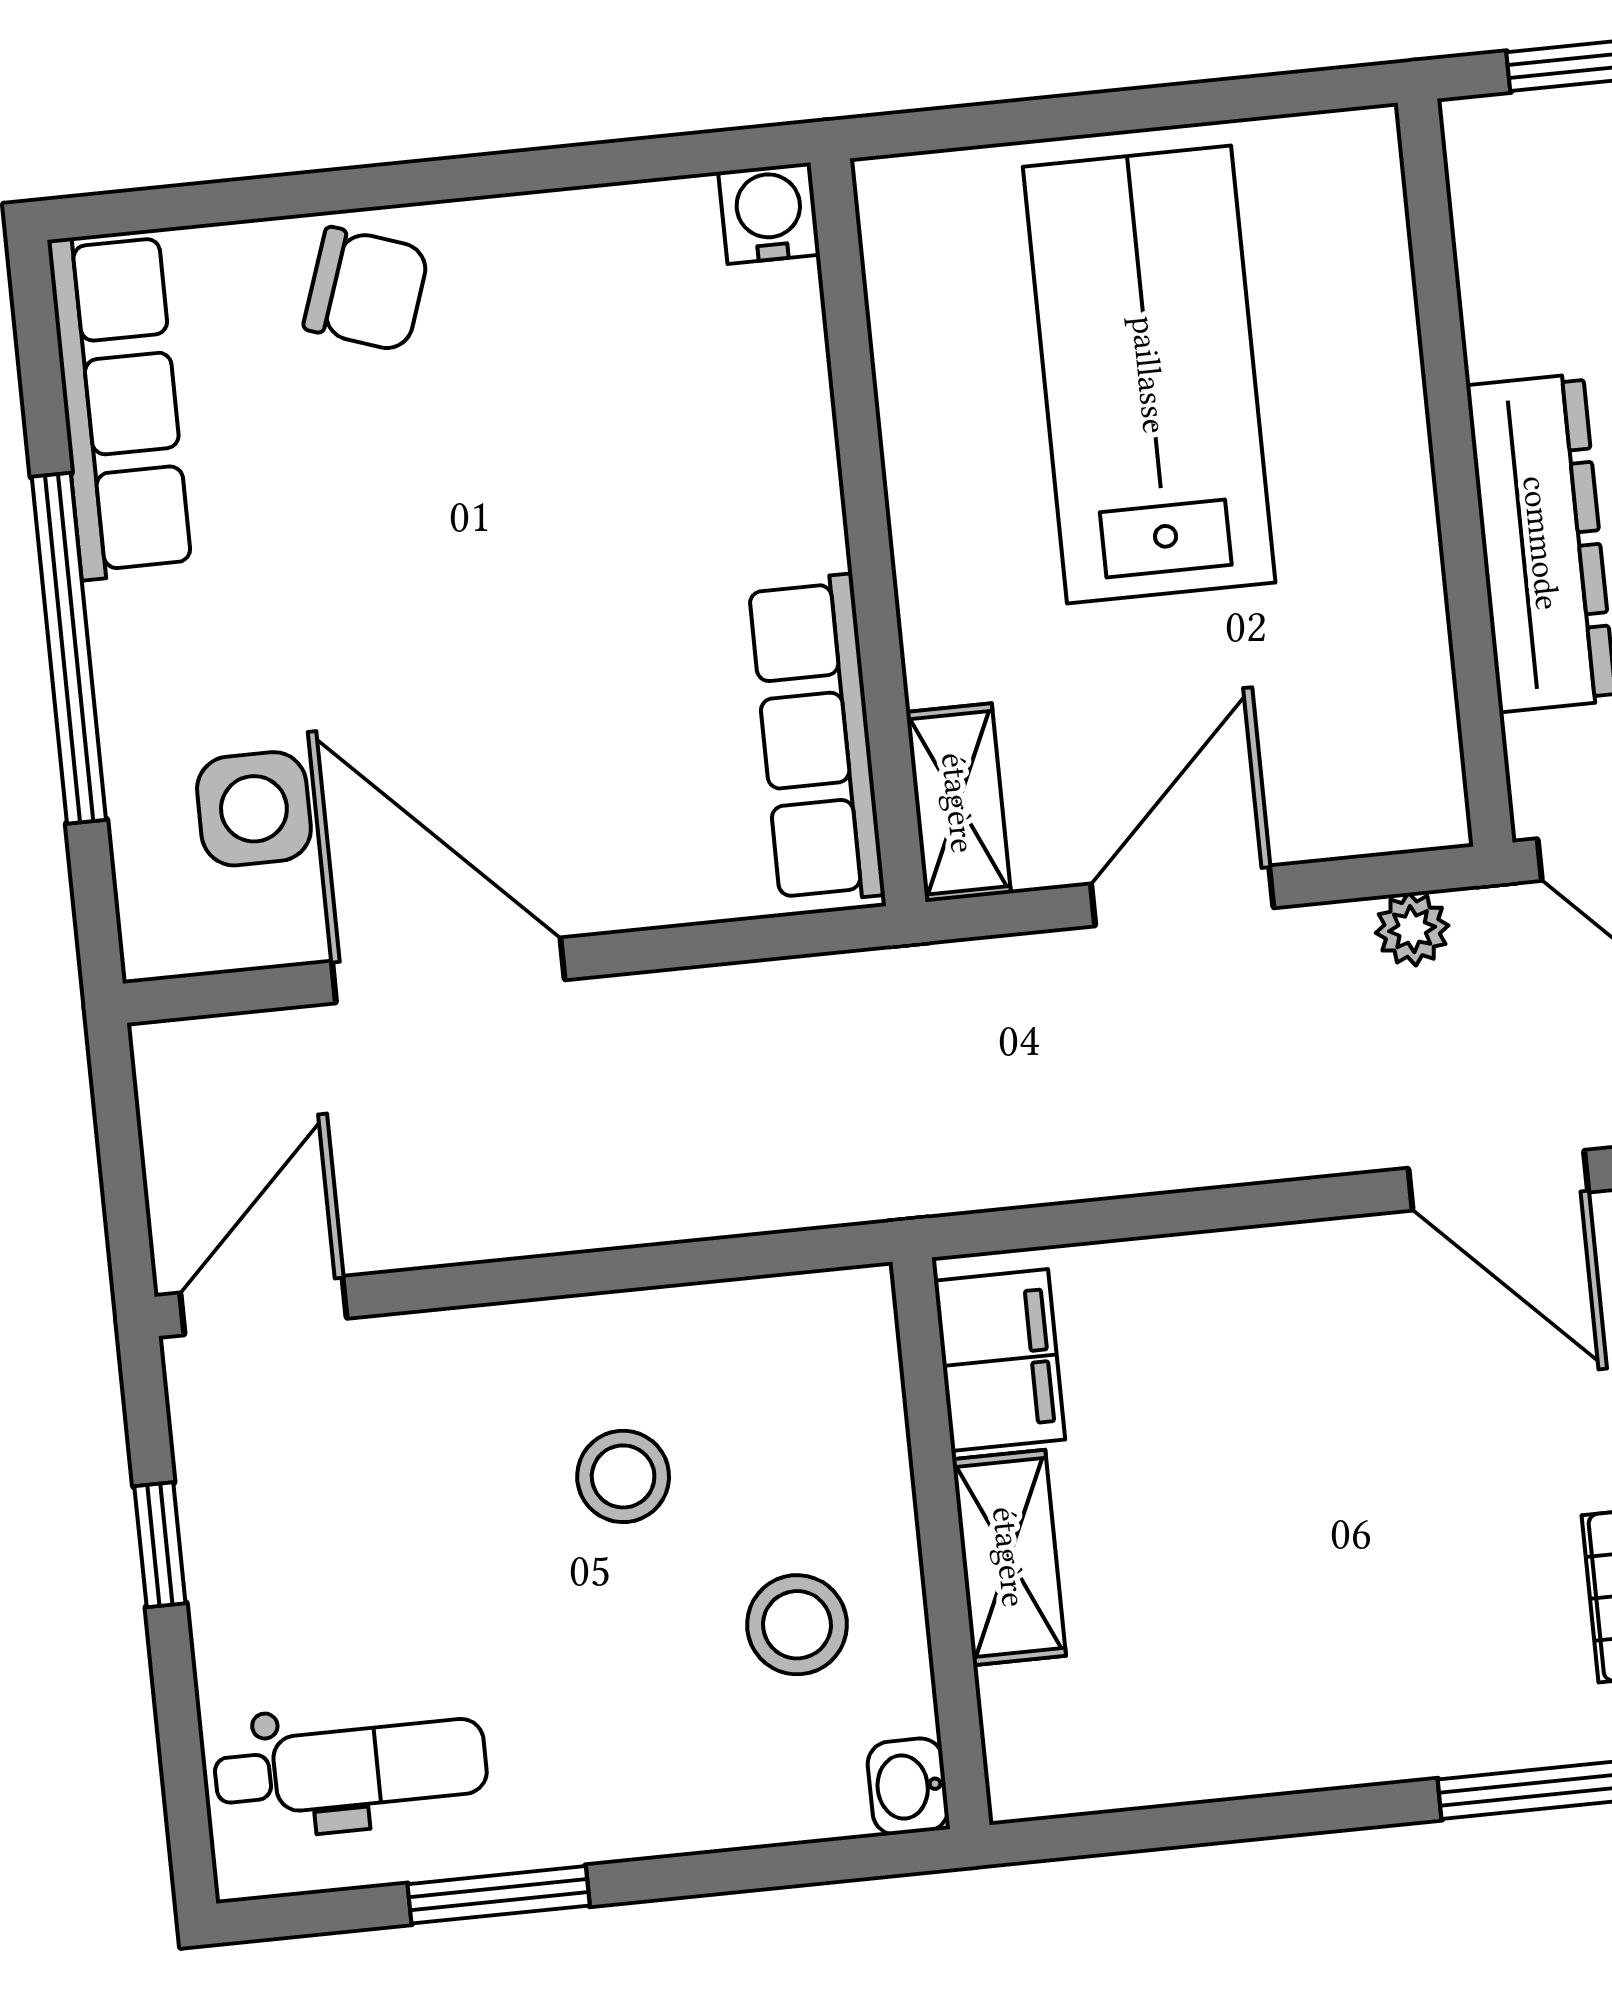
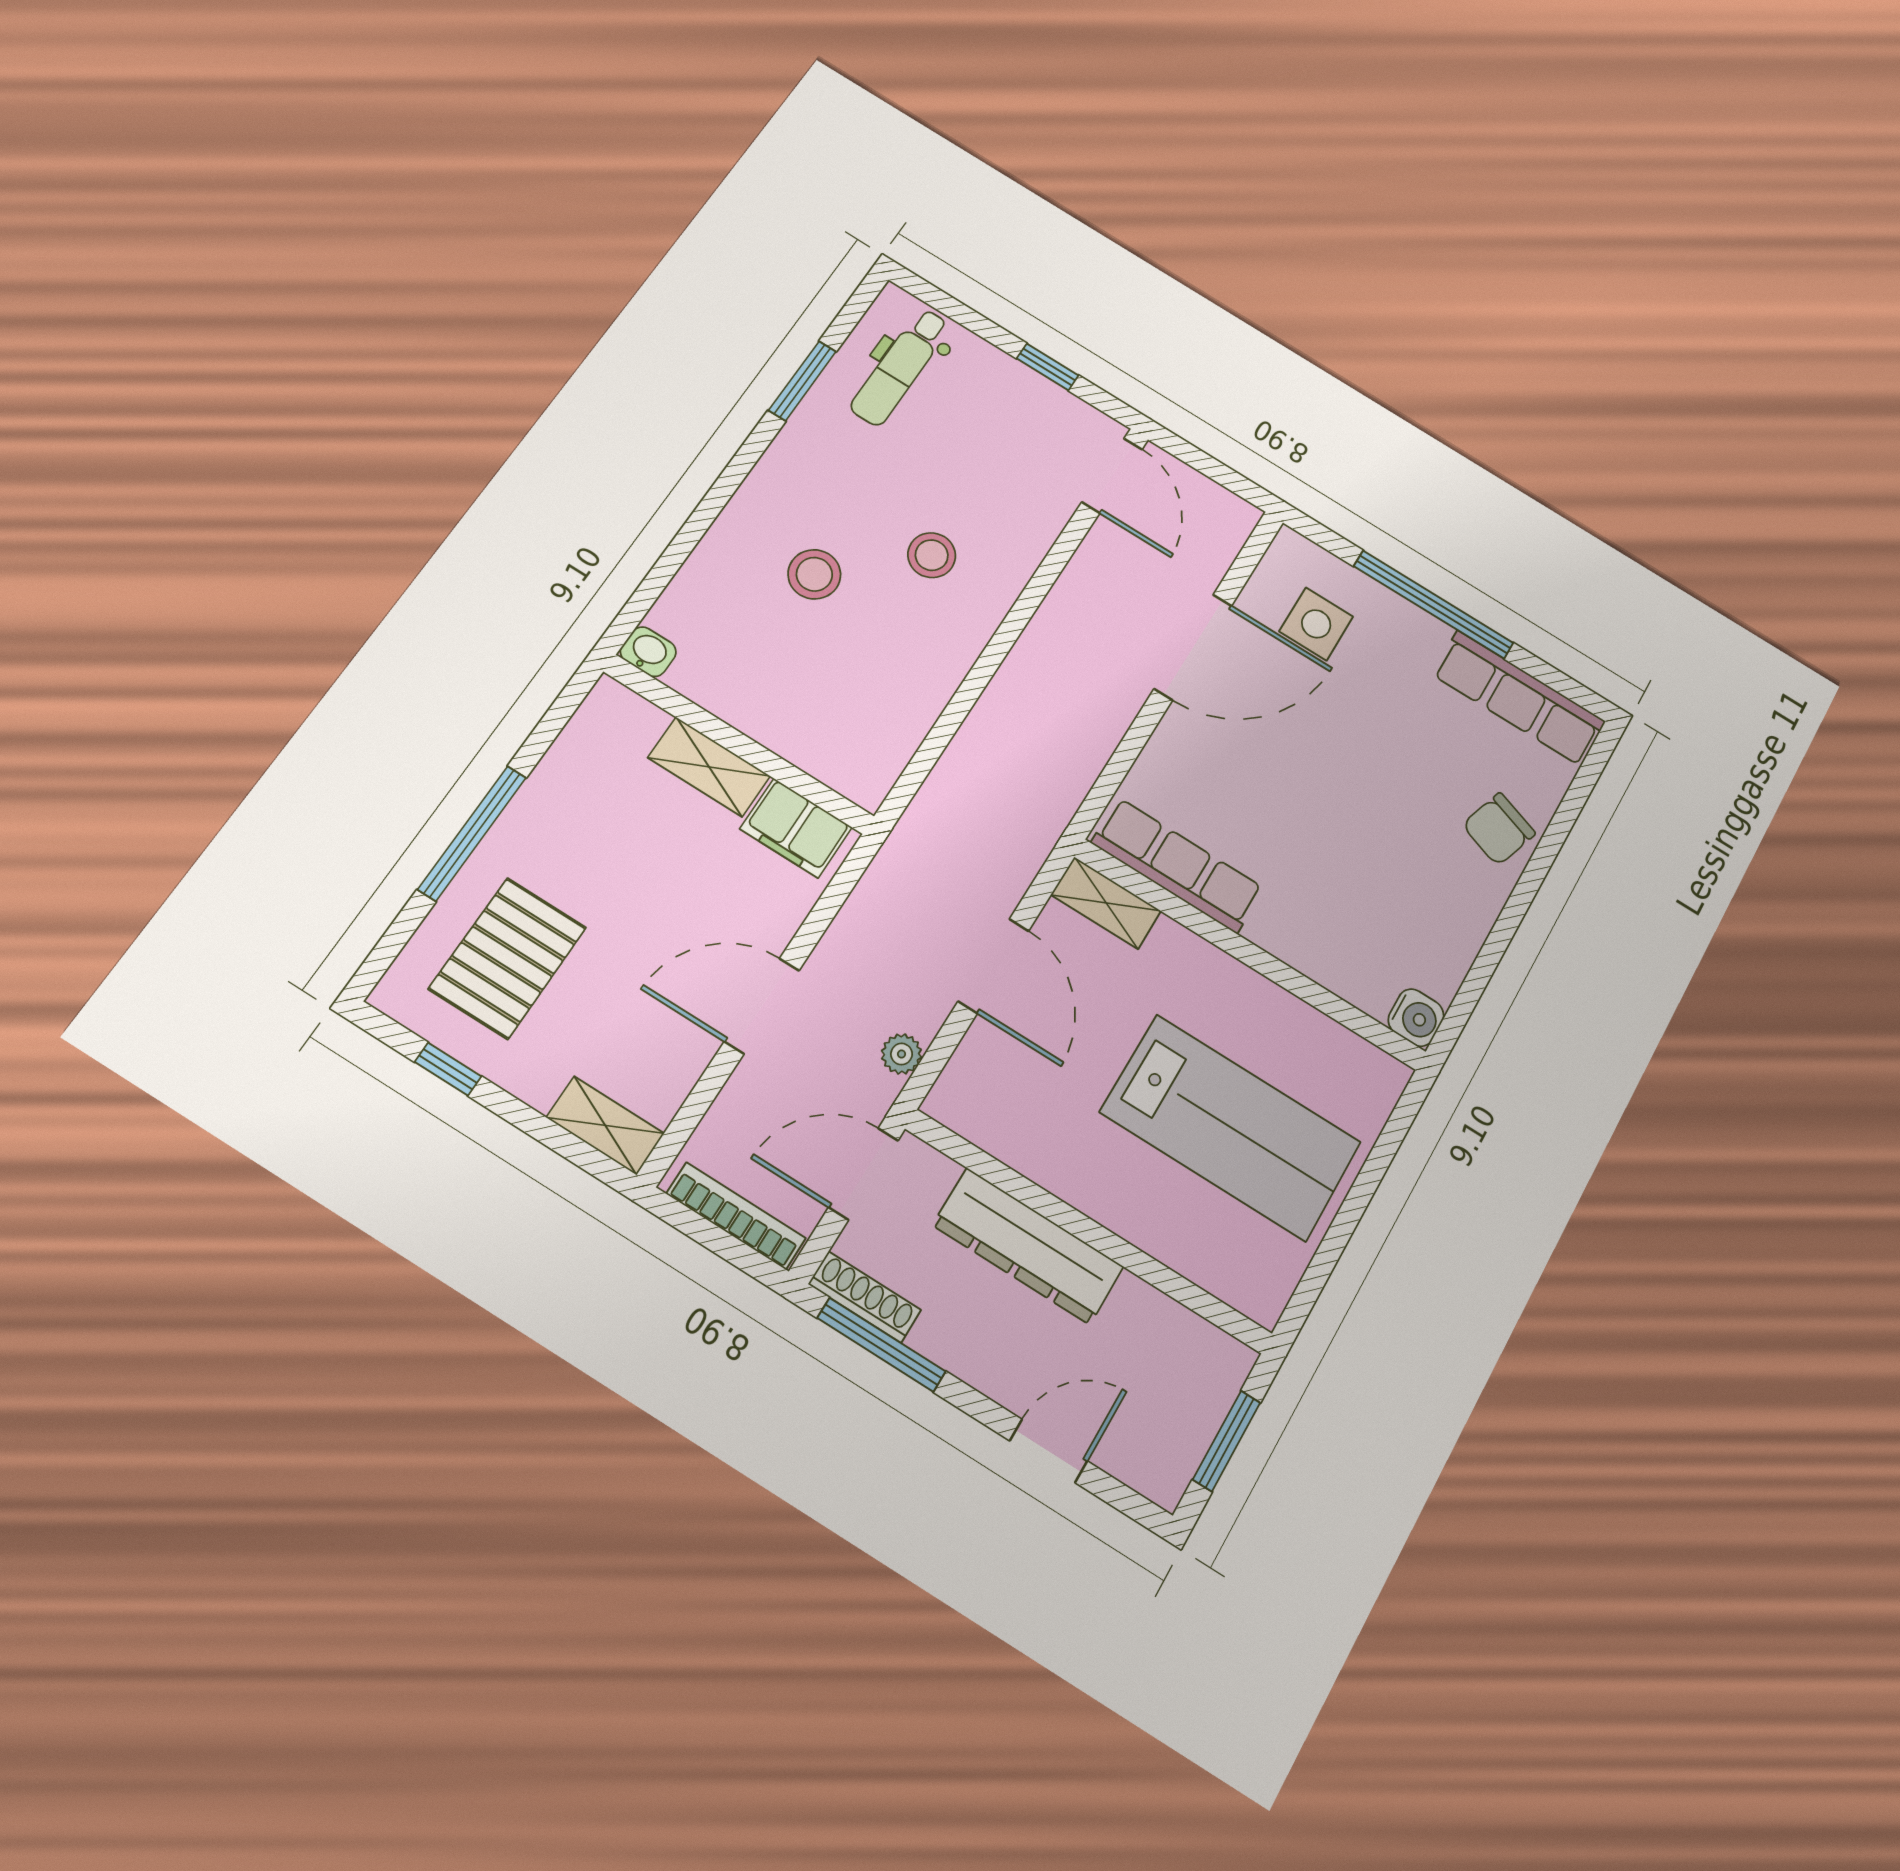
filing cabinet: (1000, 1360) -> (796, 828), moved
wall: (941, 1543) -> (739, 744), moved
shelving: (1009, 1557) -> (709, 767), moved
washbasin: (908, 1786) -> (648, 652), moved

